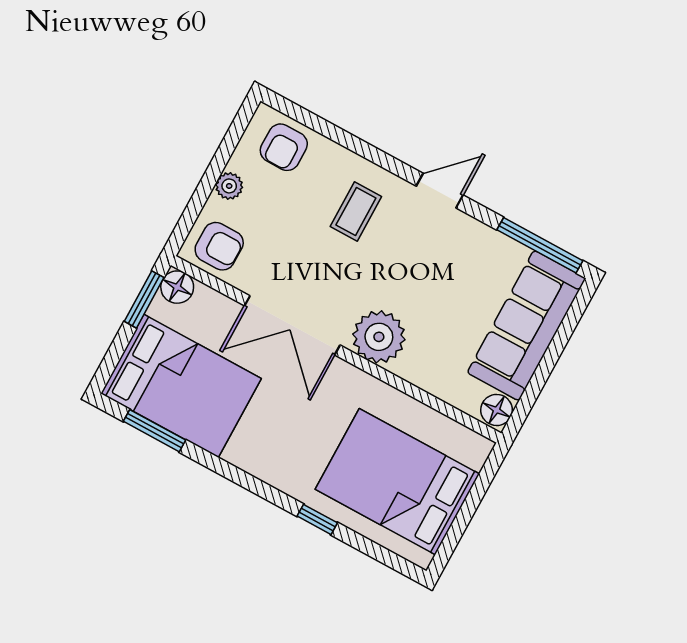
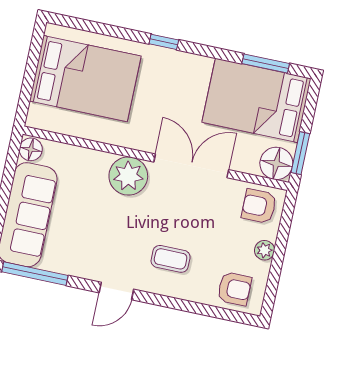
armchair: (284, 147) -> (234, 289), turned 90
coffee table: (356, 211) -> (171, 259), turned 90
floor lamp: (177, 287) -> (276, 163), width x1.38, depth x1.38
window: (317, 519) -> (164, 42), moved

